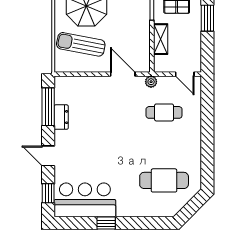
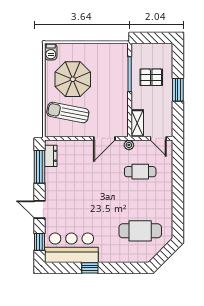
shelving: (161, 39) -> (137, 123), moved
door: (123, 74) -> (104, 138), swing flipped
dresser: (61, 117) -> (51, 156), moved

